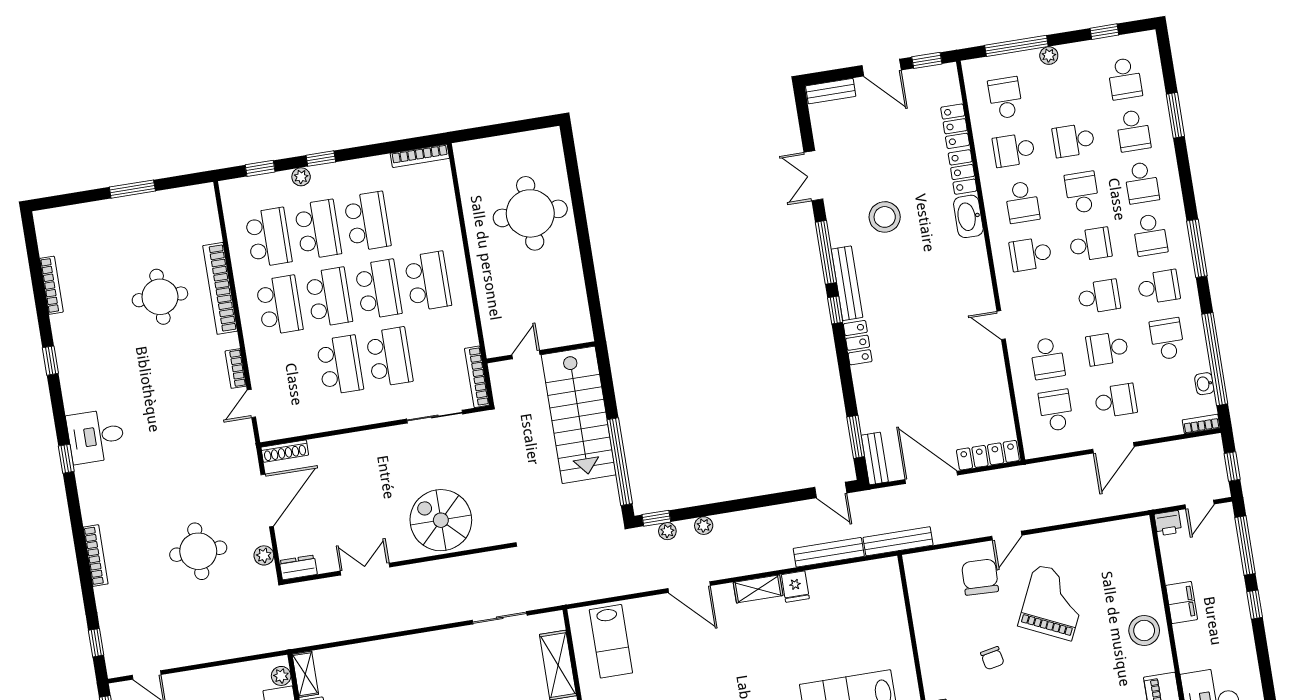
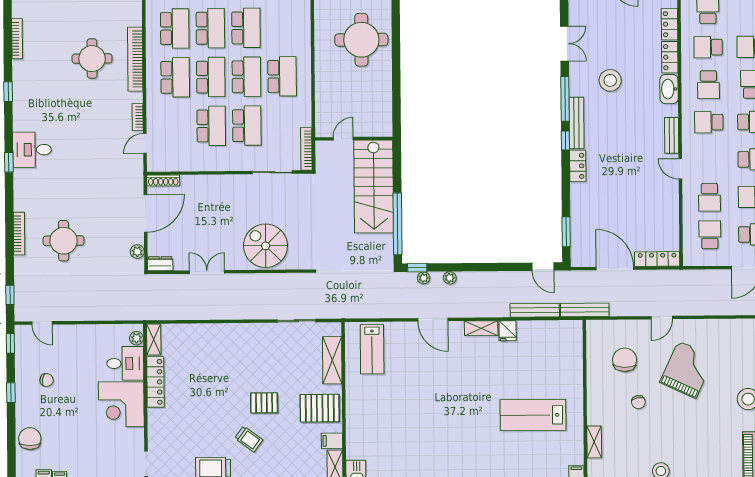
double door: (813, 176) -> (564, 44), swing flipped
bench: (875, 458) -> (672, 135), moved
round table: (198, 551) -> (64, 241), moved
chair: (980, 577) -> (625, 360), moved

